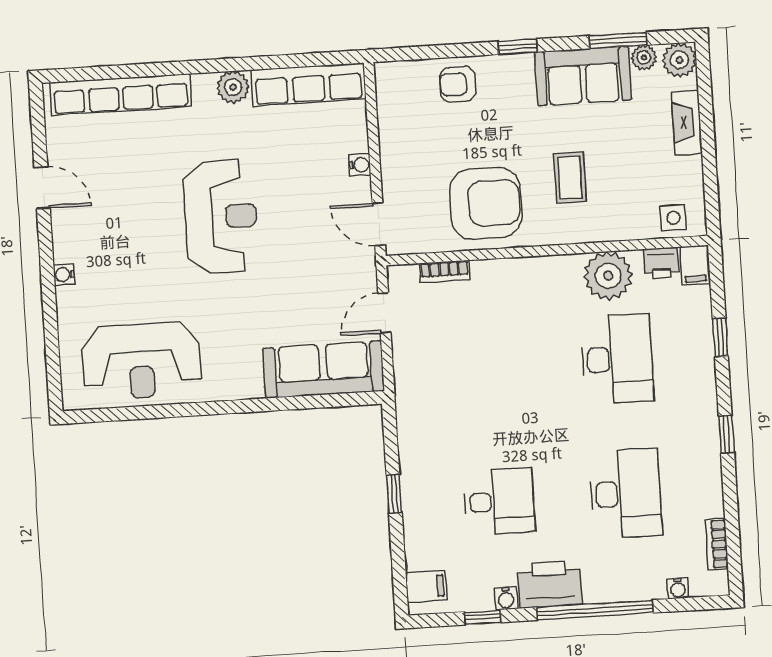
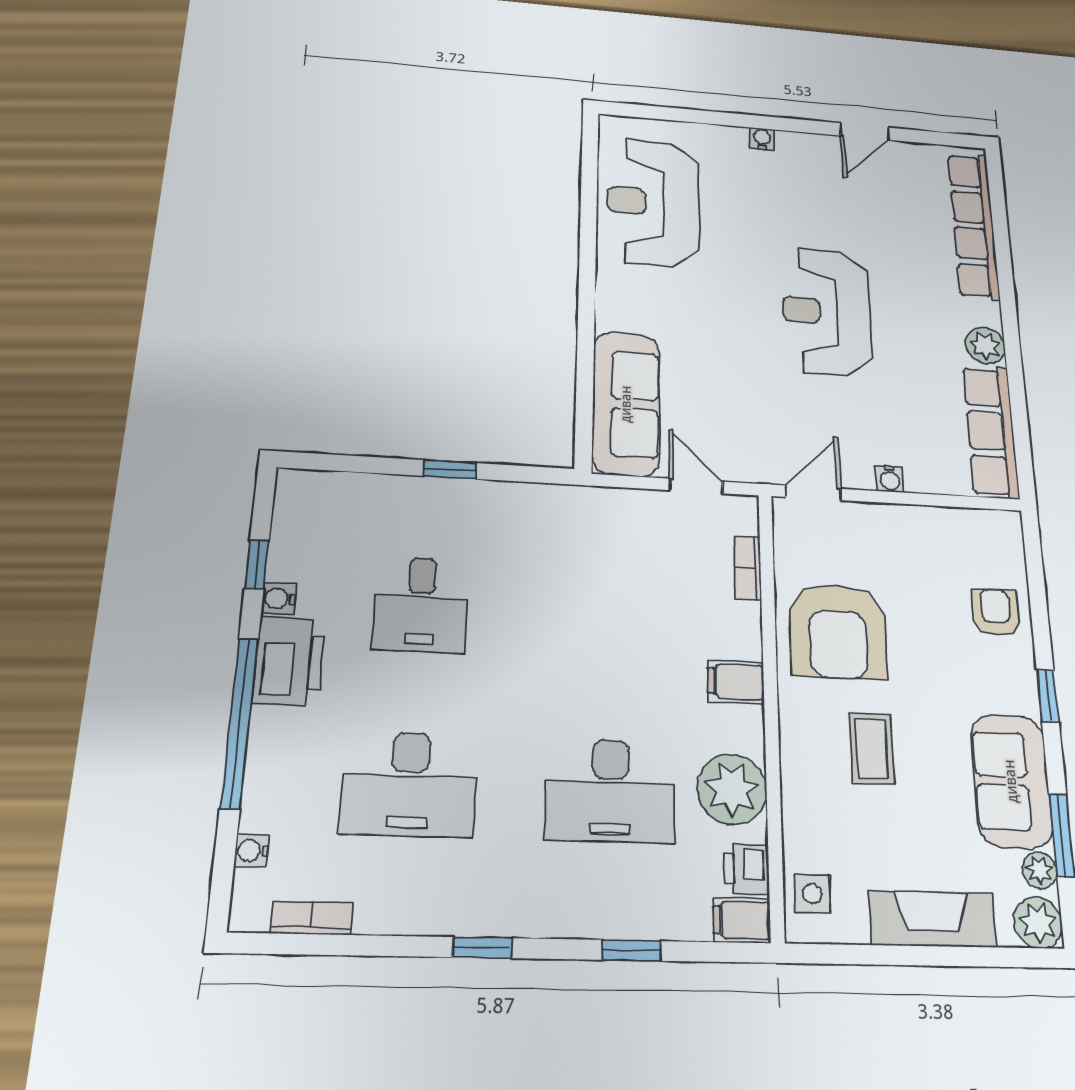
fireplace: (687, 122) -> (932, 919), width x1.37, depth x1.32
coffee table: (570, 178) -> (872, 749), turned 90
reception desk: (221, 217) -> (827, 311), turned 90
filing cabinet: (426, 586) -> (736, 682), moved, turned 90

